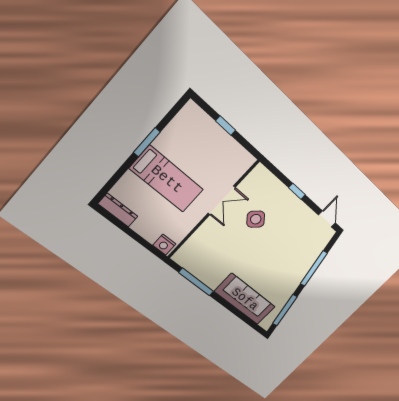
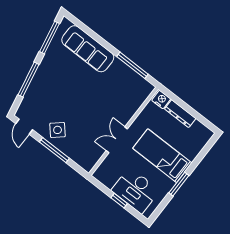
desk: (204, 137) -> (135, 190), added
window: (297, 191) -> (54, 150), width x2.17
dresser: (118, 210) -> (180, 114), moved
side table: (256, 219) -> (58, 130), moved

